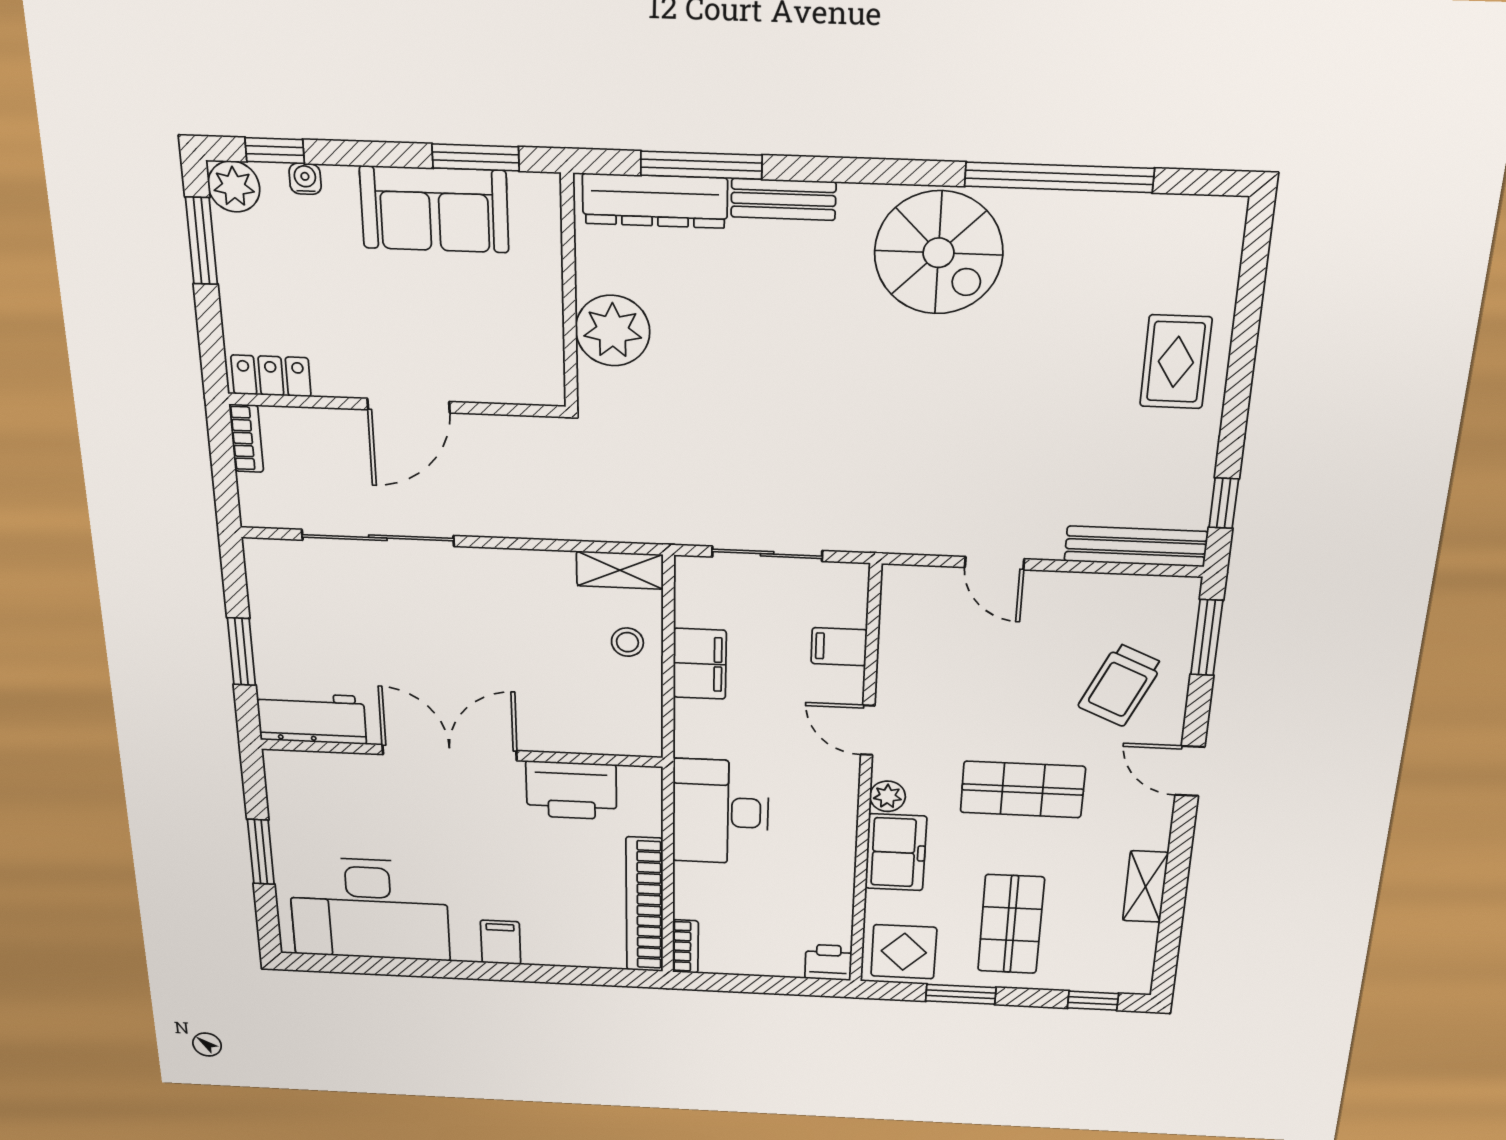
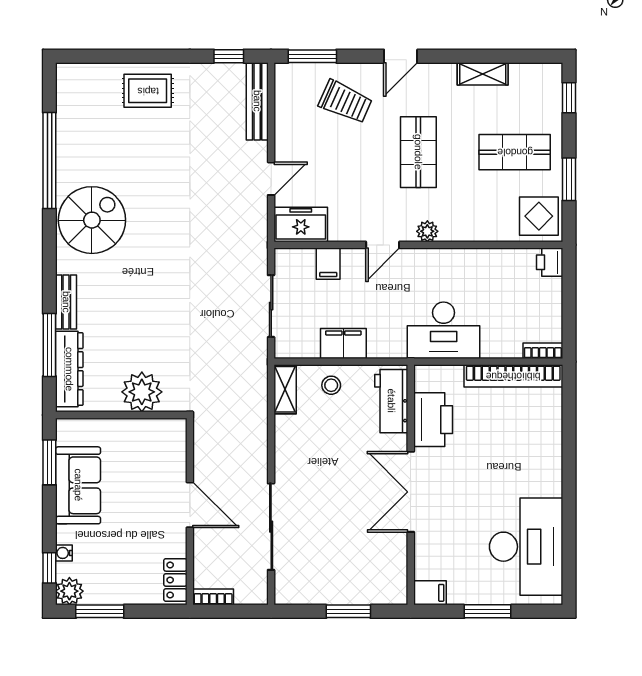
workbench: (312, 718) -> (391, 401), moved
freezer: (896, 852) -> (301, 224), moved
filing cabinet: (501, 942) -> (430, 593), moved, turned 180

